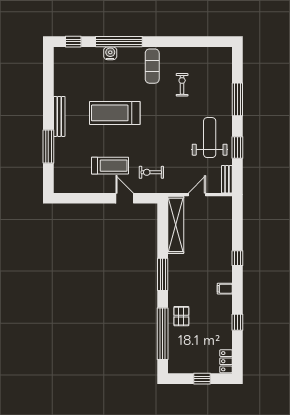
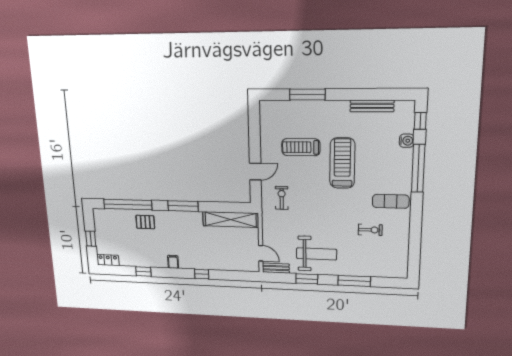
water cooler: (110, 53) -> (407, 141), moved
bench: (59, 116) -> (372, 106), moved
treadmill: (110, 166) -> (301, 147), moved, turned 90
door: (197, 195) -> (261, 253), moved

